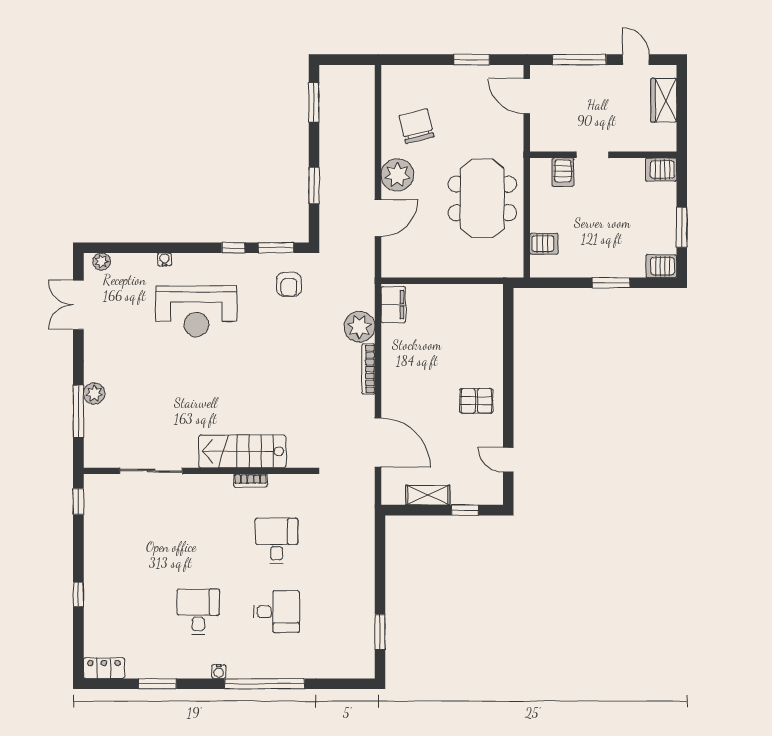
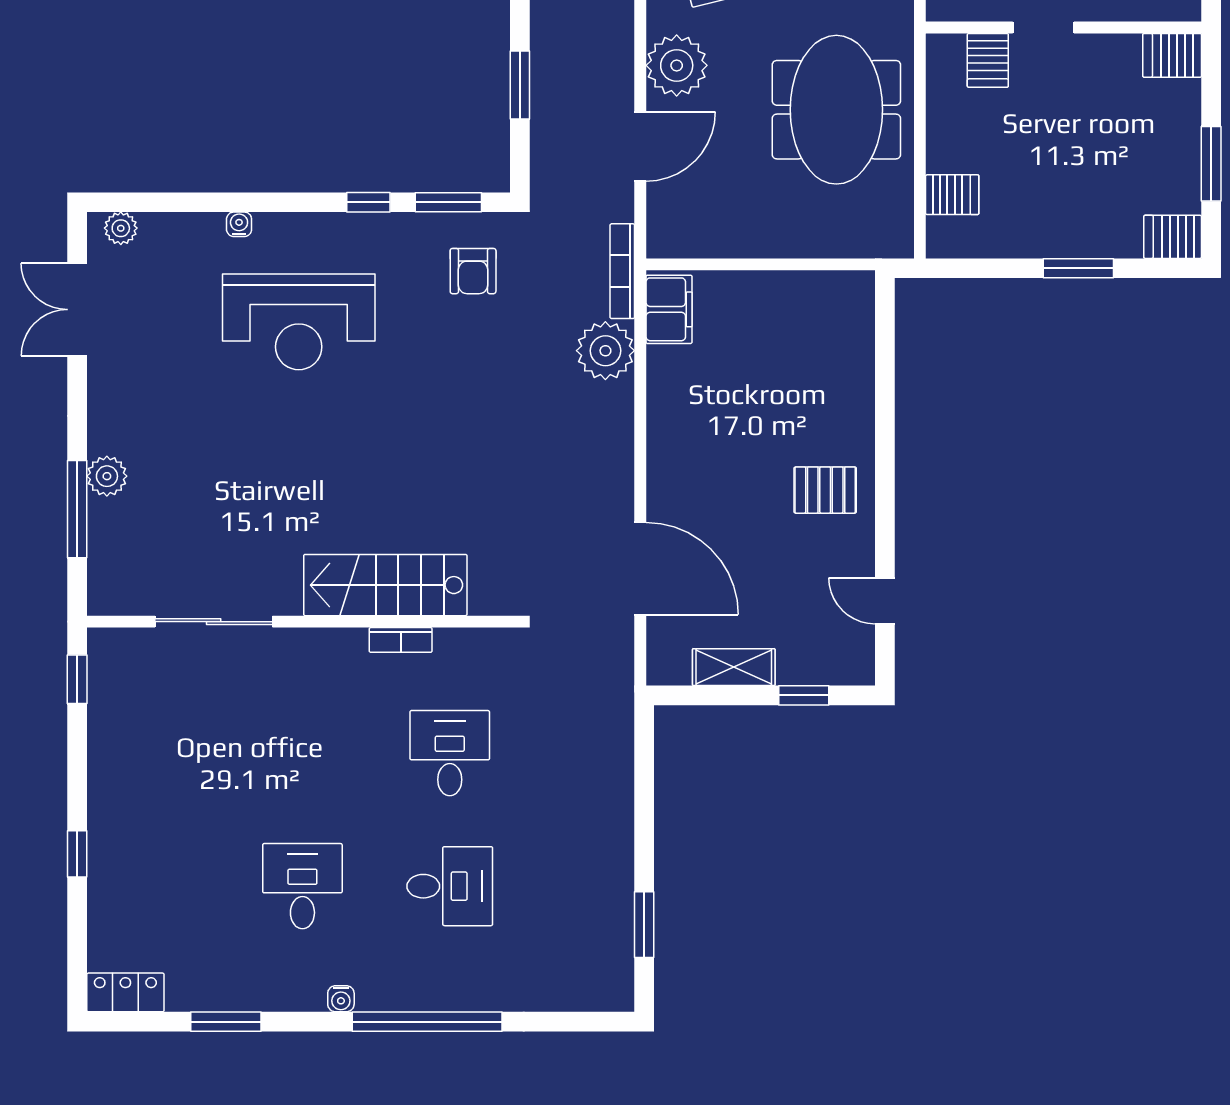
bookcase: (368, 369) -> (622, 271), moved

